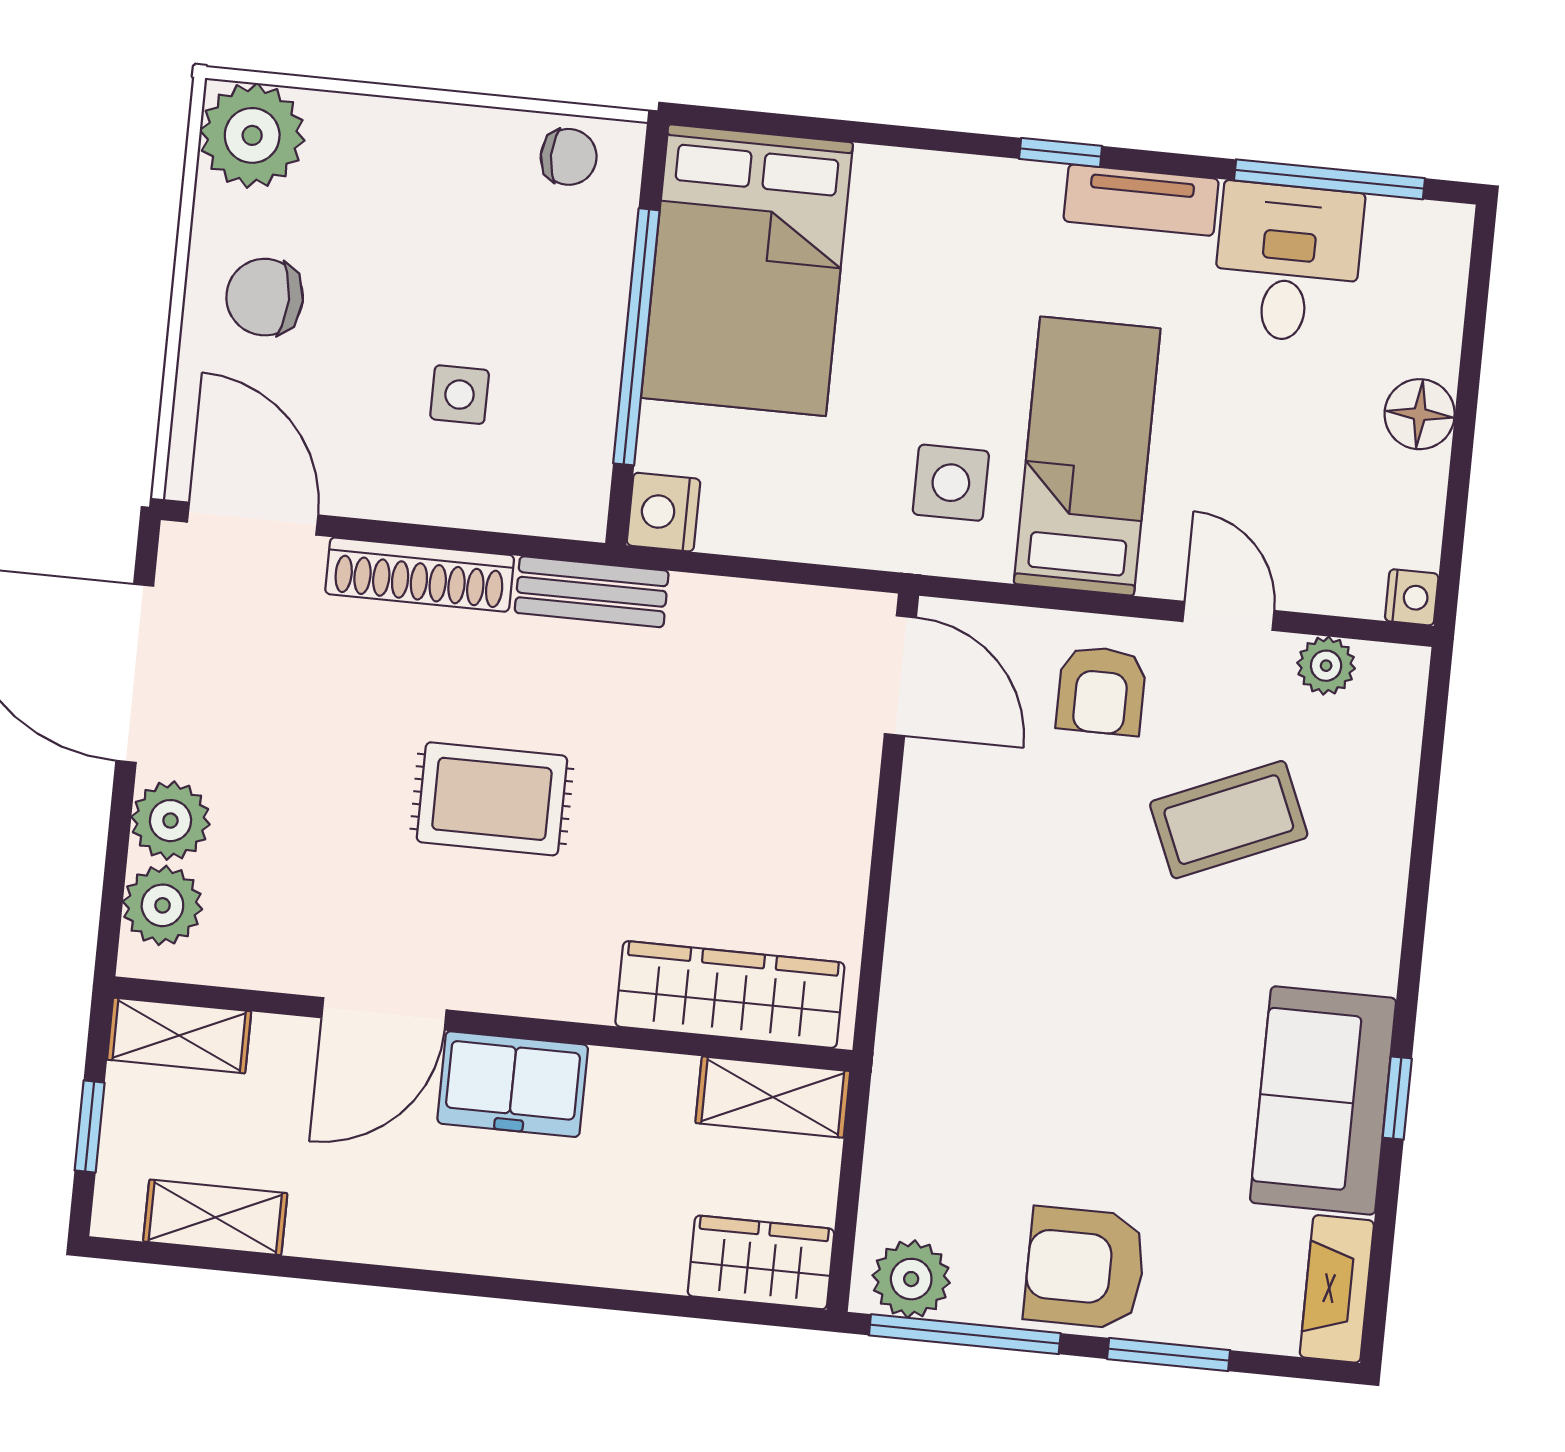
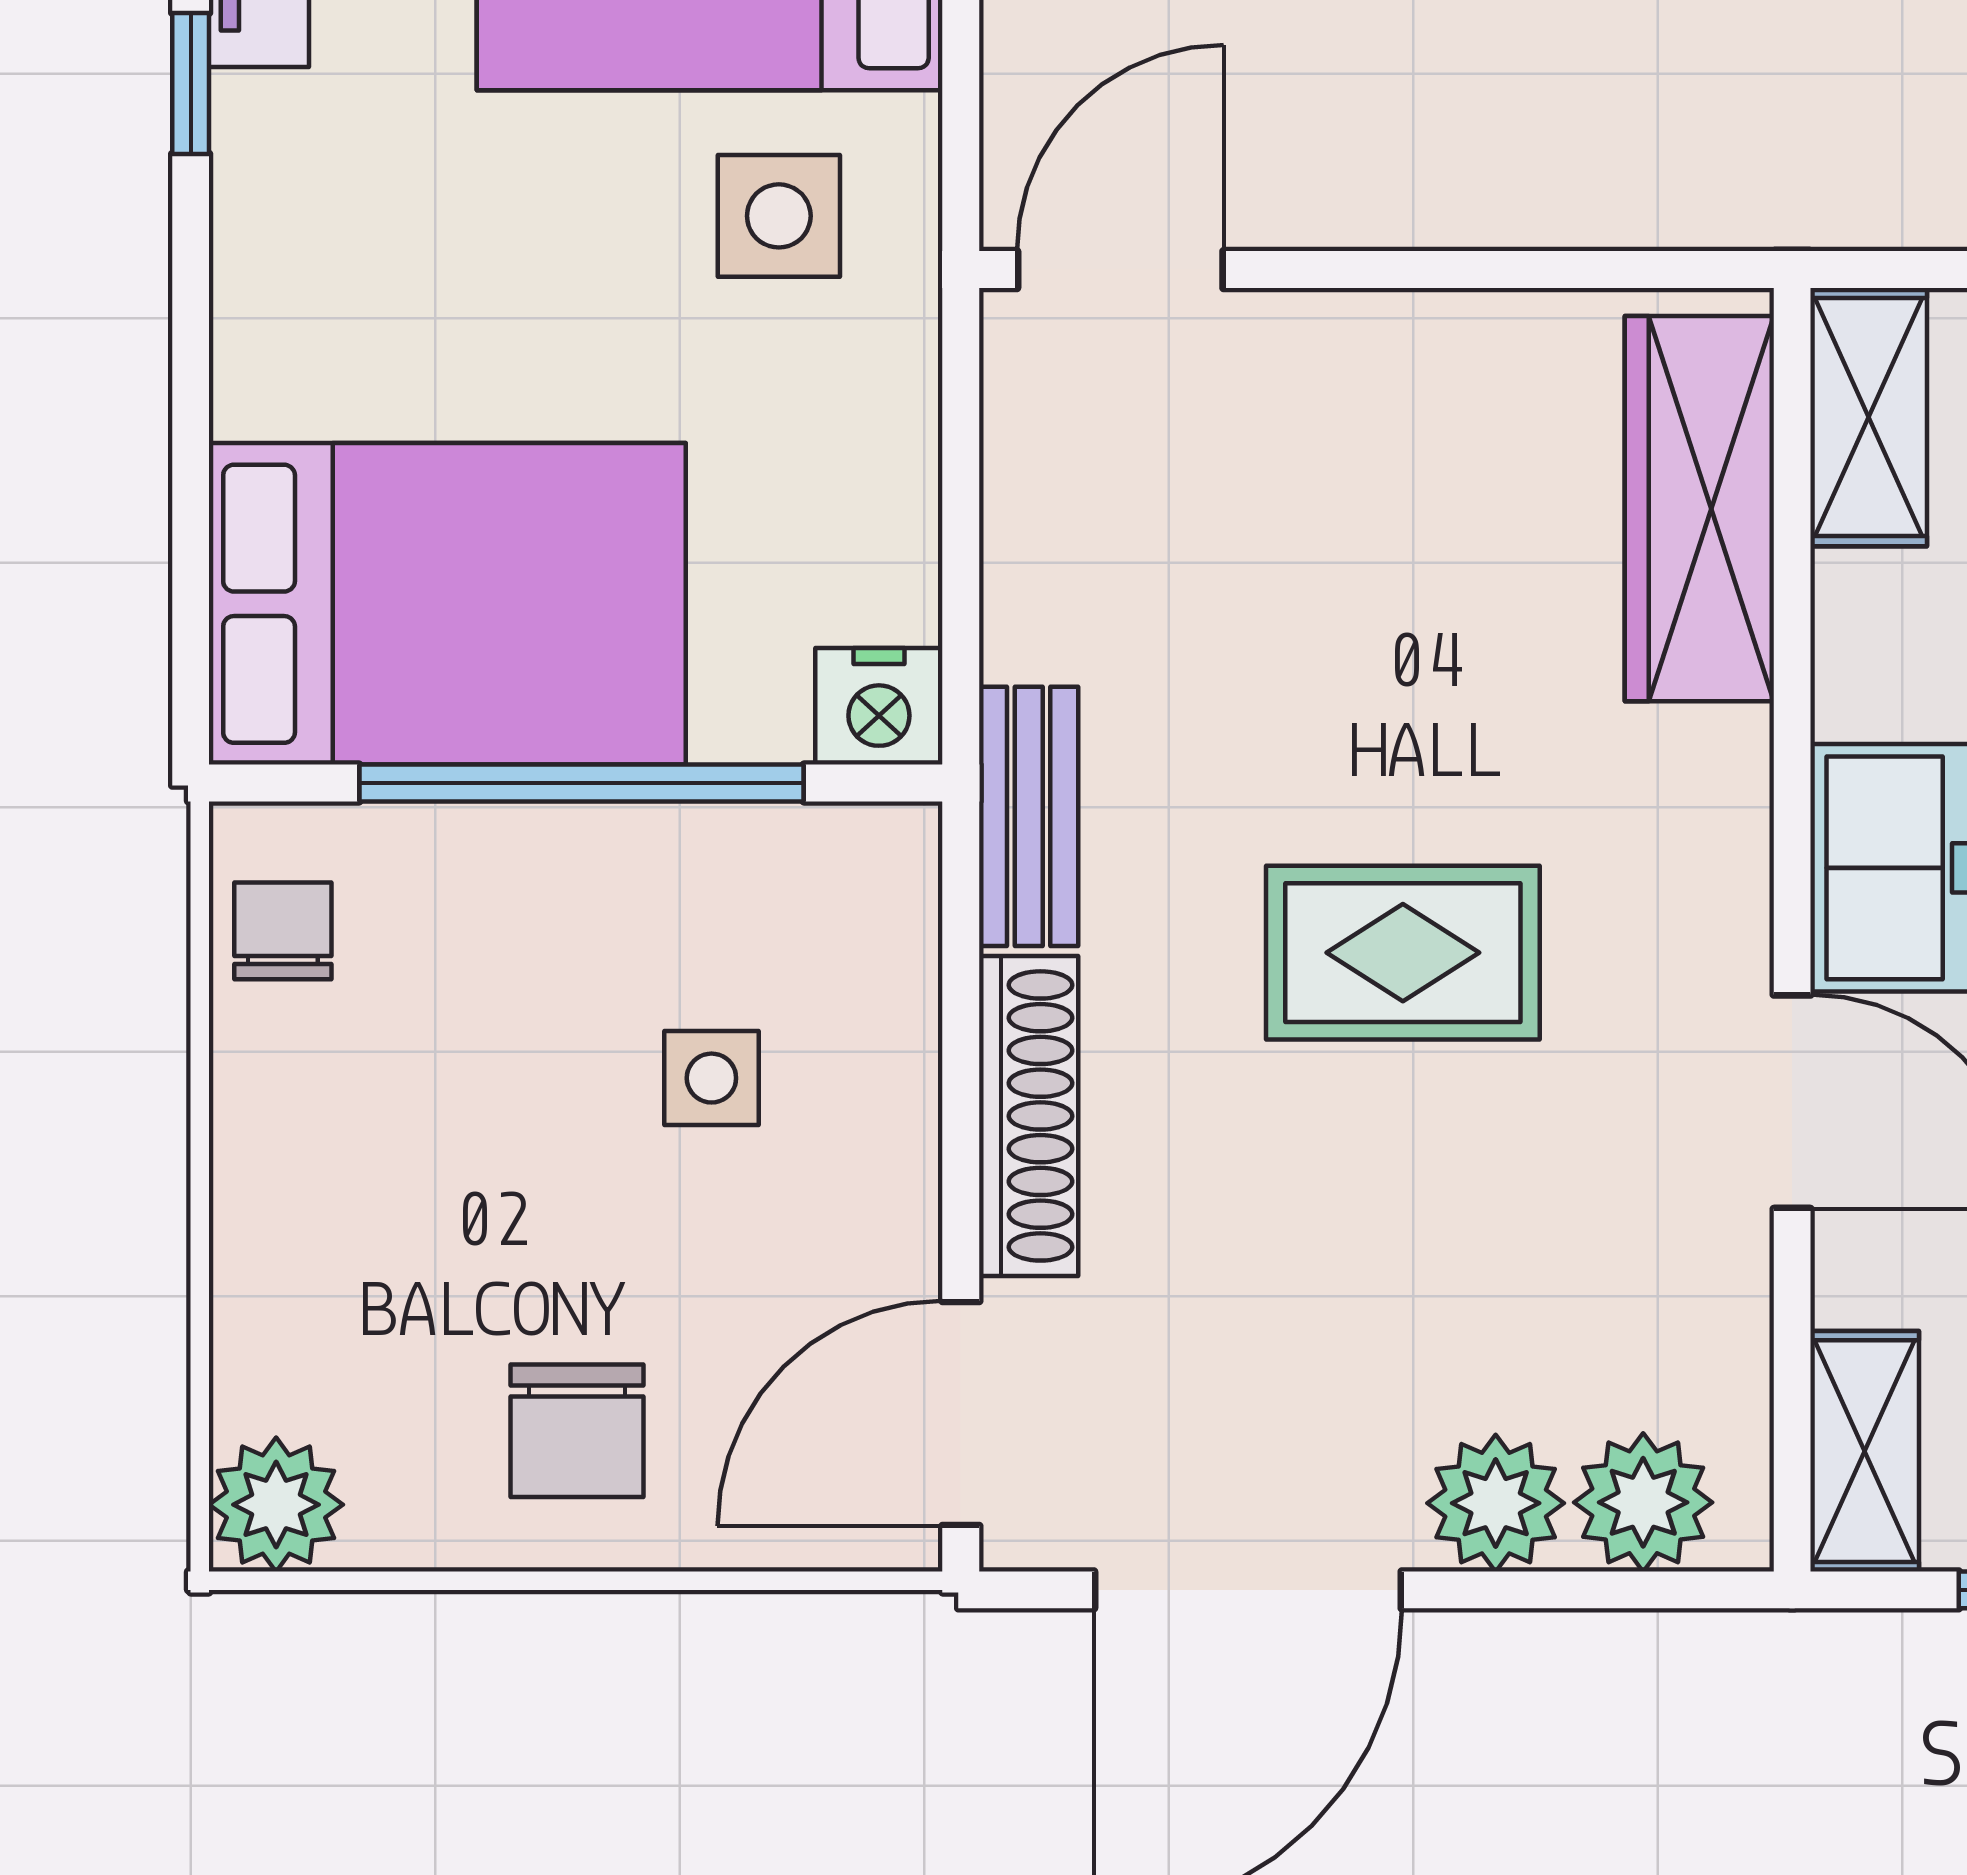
plant: (252, 135) -> (276, 1505), width x0.73, depth x0.73
rug: (492, 799) -> (1403, 953), turned 90

